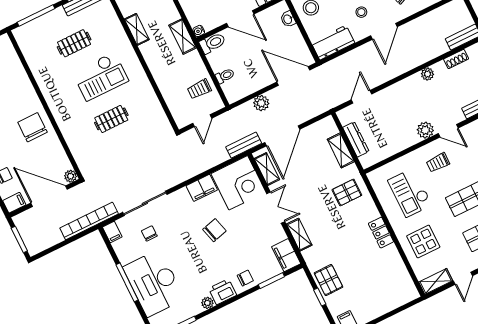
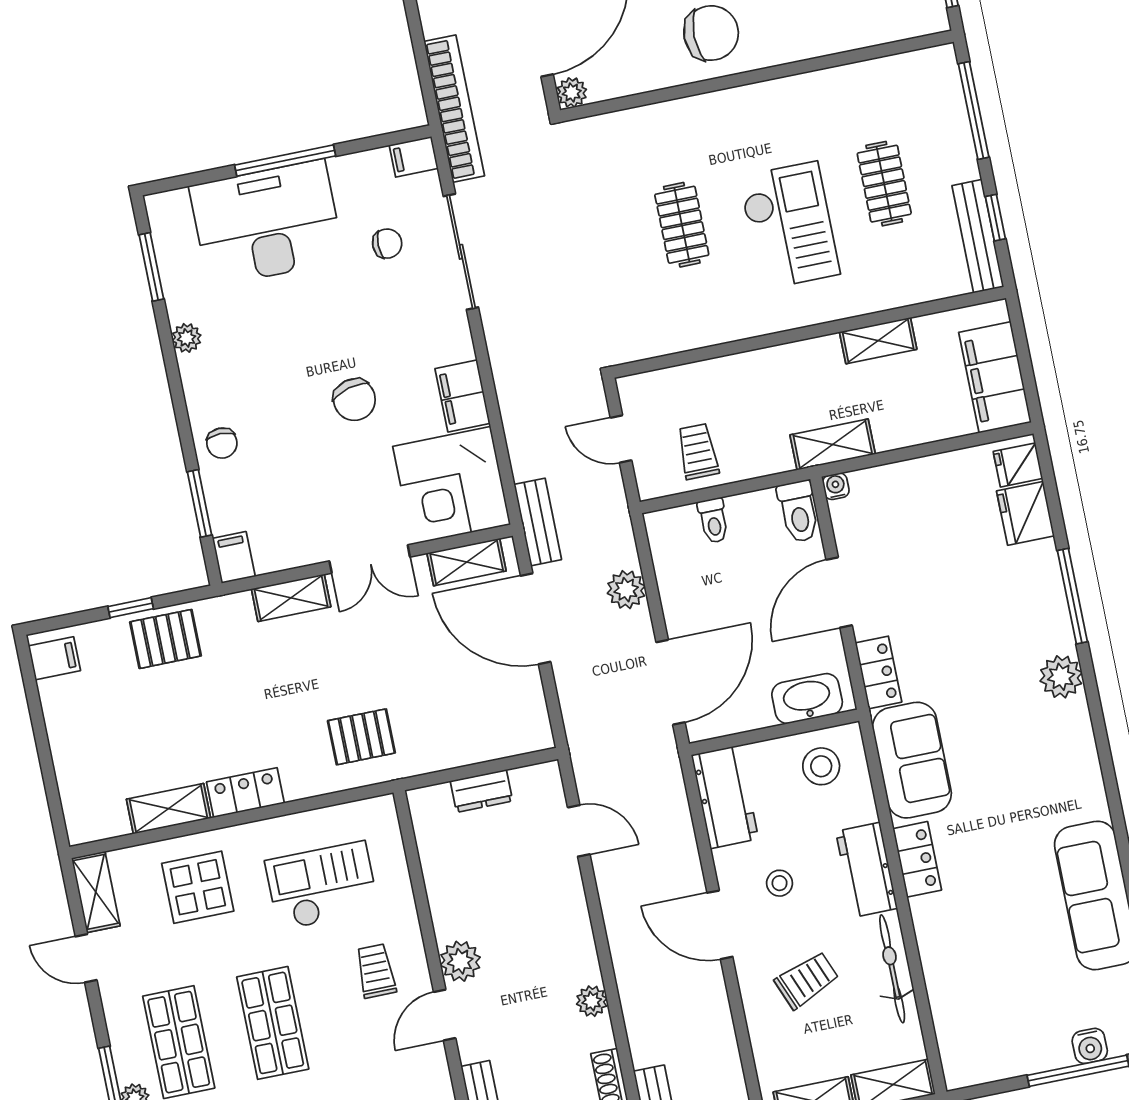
washbasin: (288, 19) -> (807, 699), width x1.91, depth x1.45
checkout: (100, 76) -> (789, 226), turned 180
dresser: (356, 139) -> (481, 791), width x0.70
shelving: (341, 150) -> (169, 809), moved
pallet: (347, 192) -> (361, 737), turned 90
filing cabinet: (286, 255) -> (234, 557), width x0.50
printer: (223, 292) -> (204, 381), removed

